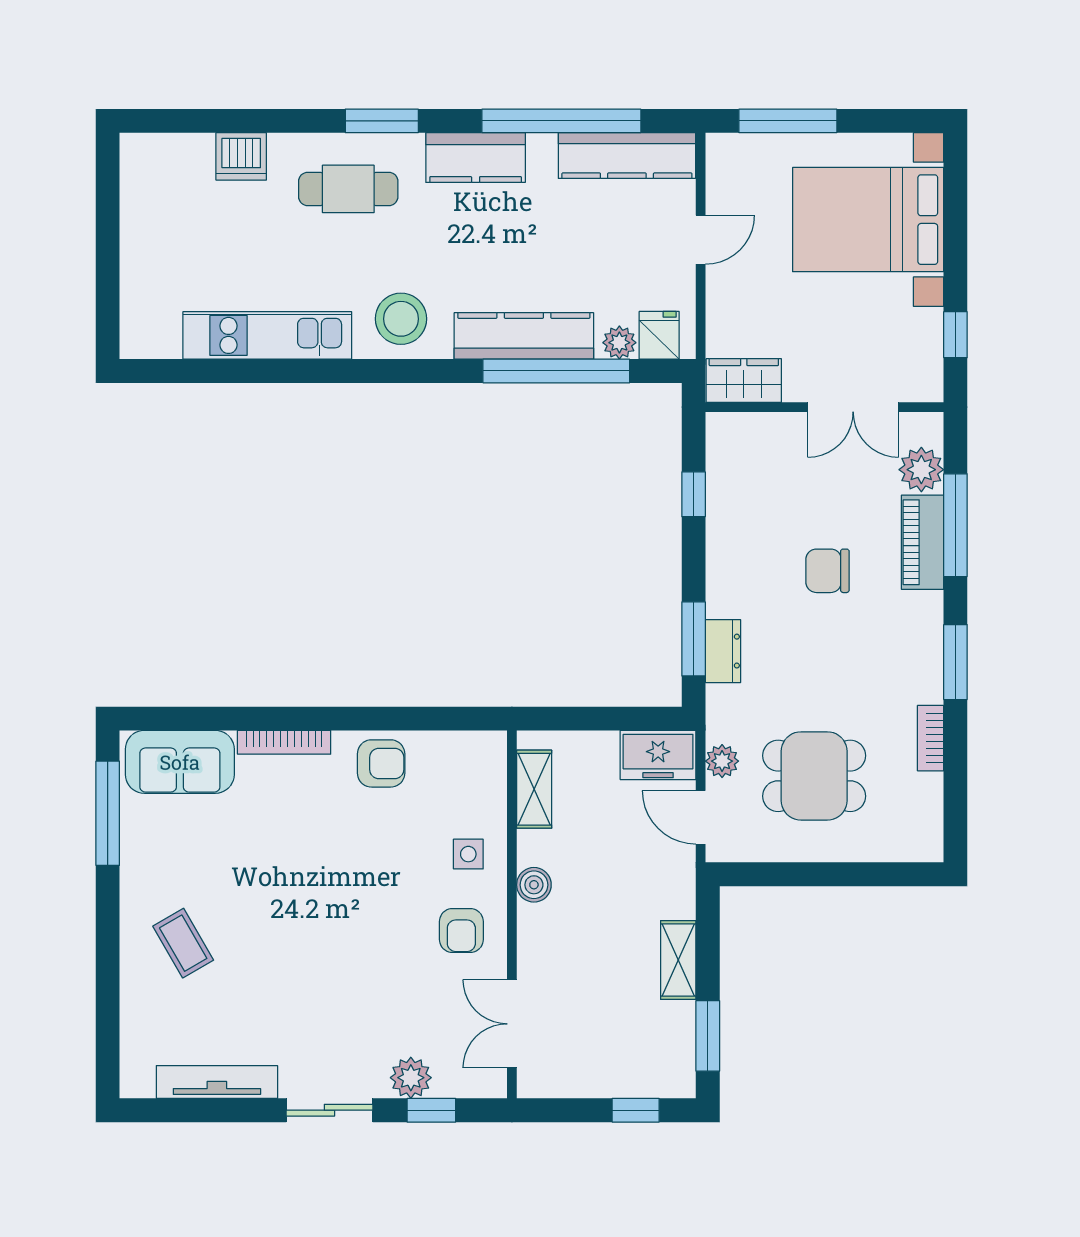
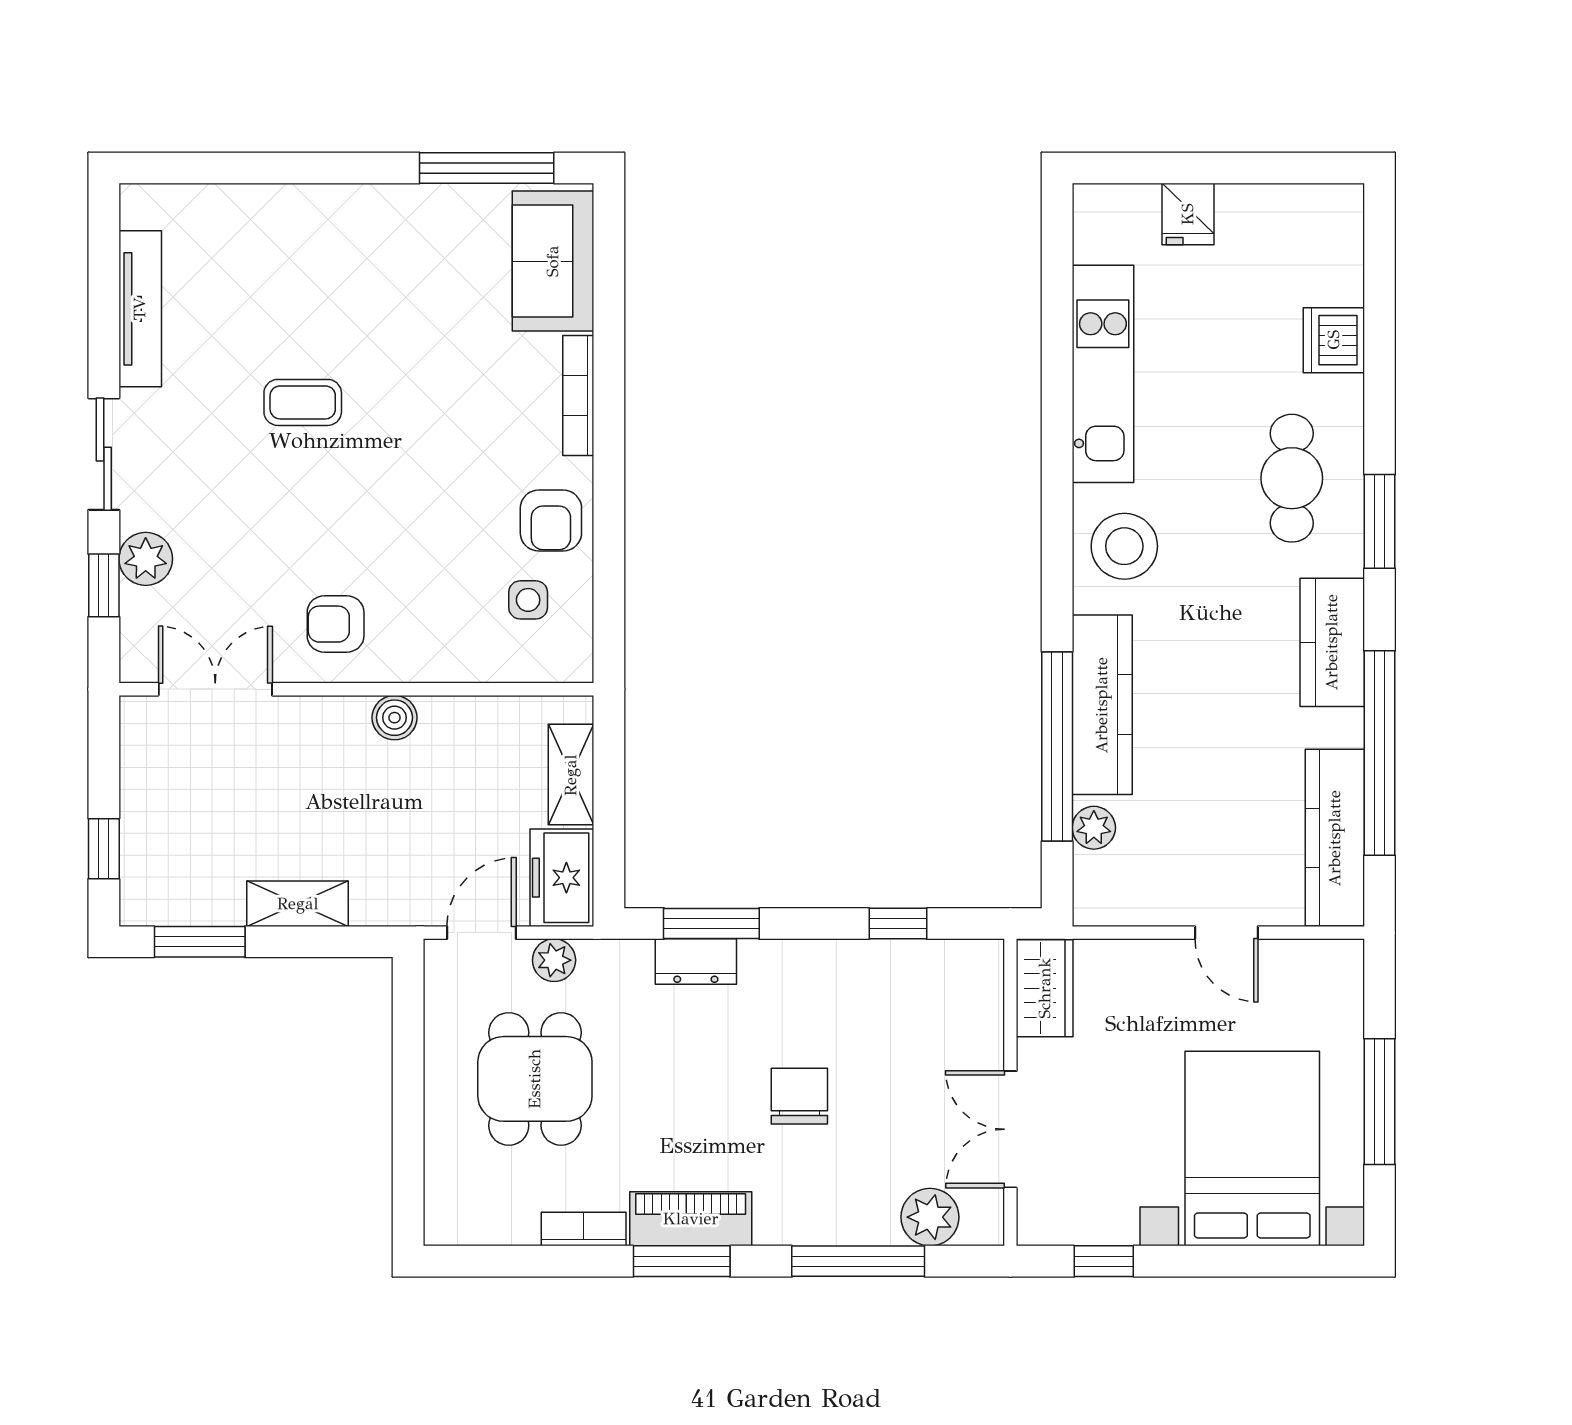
window: (788, 121) -> (1380, 1102), moved
fridge: (659, 335) -> (1188, 214), moved, turned 90
piano: (923, 542) -> (691, 1219), moved
shelving: (534, 789) -> (571, 775), moved, turned 90
side table: (468, 854) -> (528, 600), moved
coffee table: (183, 943) -> (303, 402), moved, turned 30

